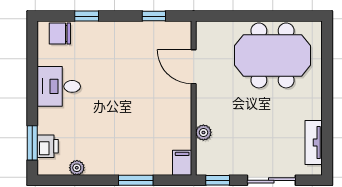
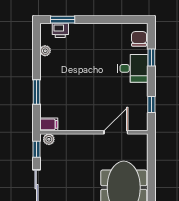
desk: (59, 86) -> (133, 68), moved, turned 90
plant: (203, 132) -> (49, 139), moved

